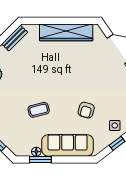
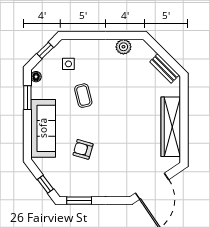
side table: (115, 125) -> (68, 64), moved
floor lamp: (36, 152) -> (36, 77), moved

